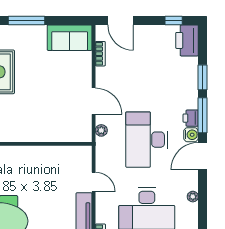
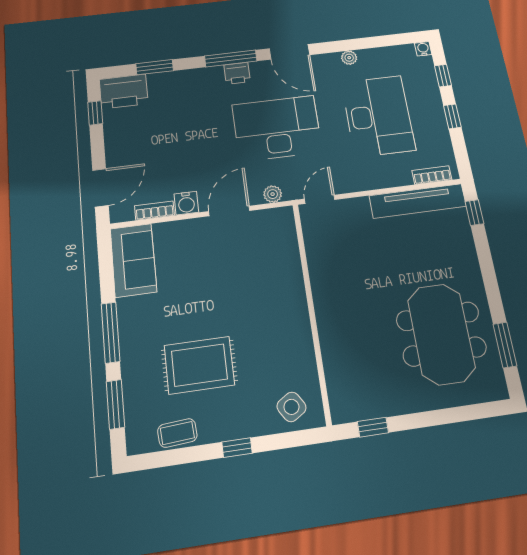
window: (203, 77) -> (155, 67), moved
water cooler: (191, 135) -> (186, 203), moved, turned 180
desk: (147, 140) -> (277, 128), turned 180
door: (94, 182) -> (320, 199), moved

